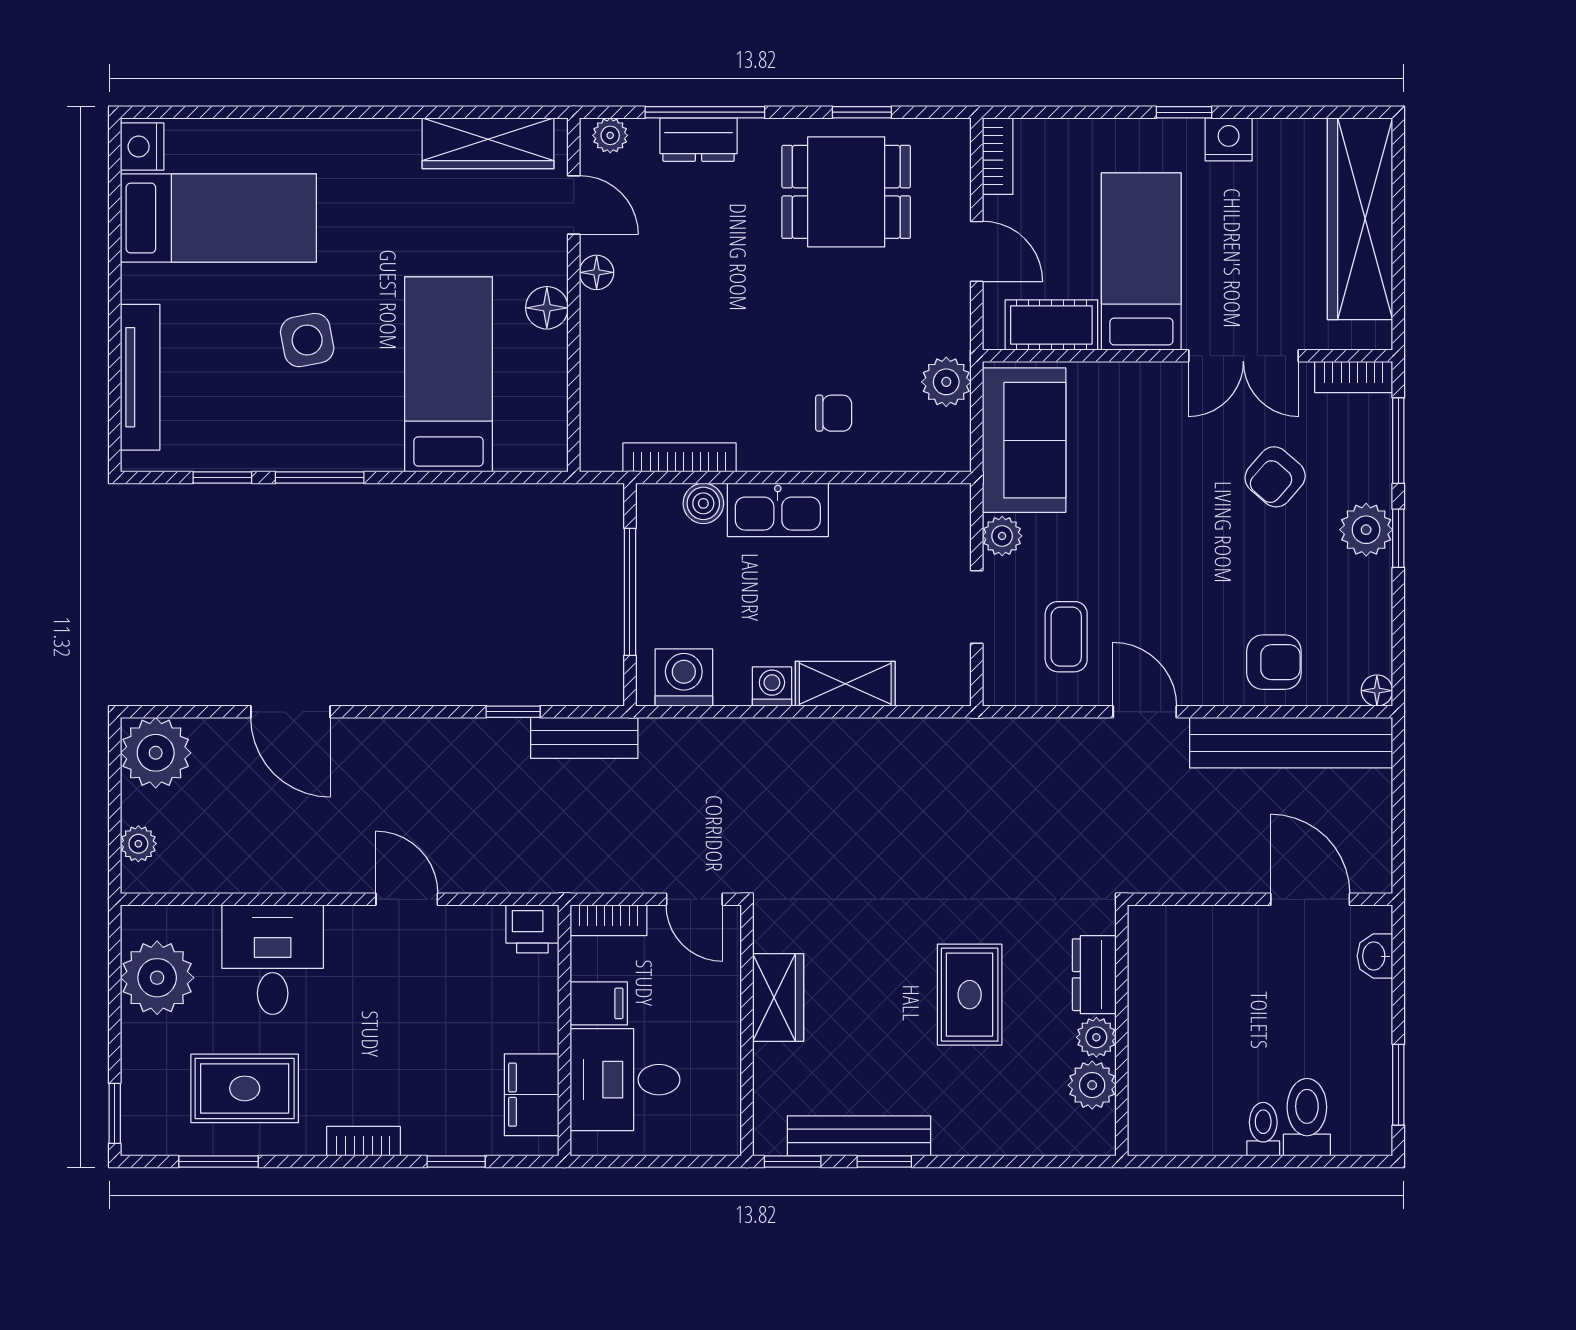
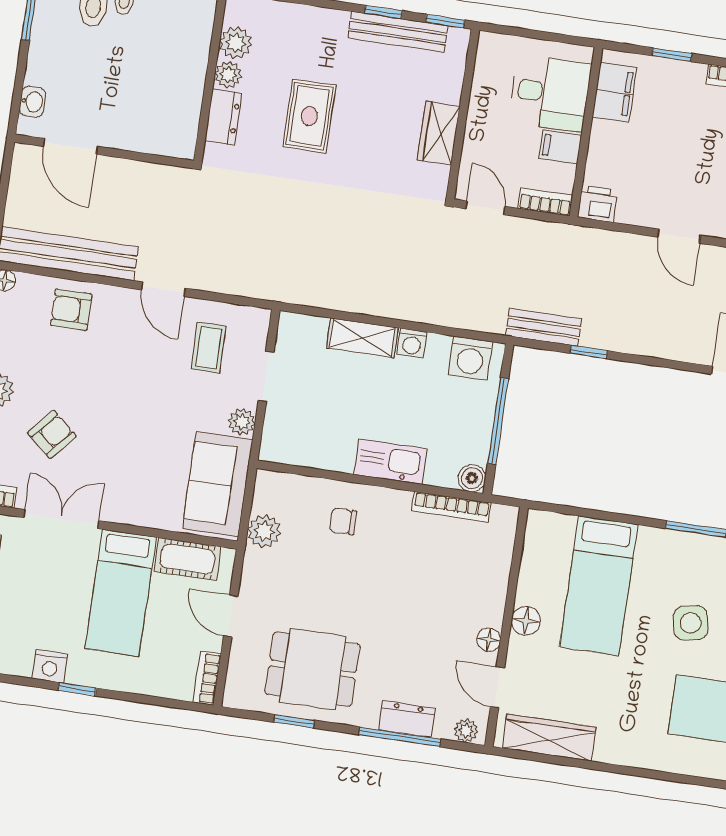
boiler: (703, 503) -> (472, 478), moved

